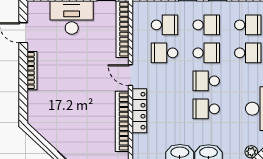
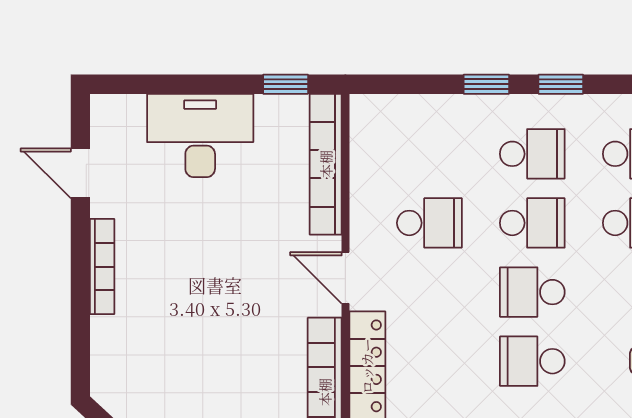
school desk: (164, 25) -> (429, 154), removed
school desk: (164, 53) -> (429, 223), turned 180

